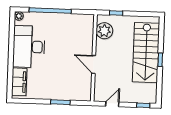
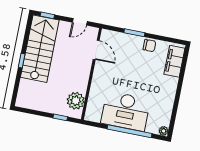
desk: (29, 47) -> (126, 111), moved, turned 90
stairs: (146, 53) -> (40, 49), moved
door: (94, 64) -> (96, 50), moved
chair: (45, 93) -> (149, 46), added

